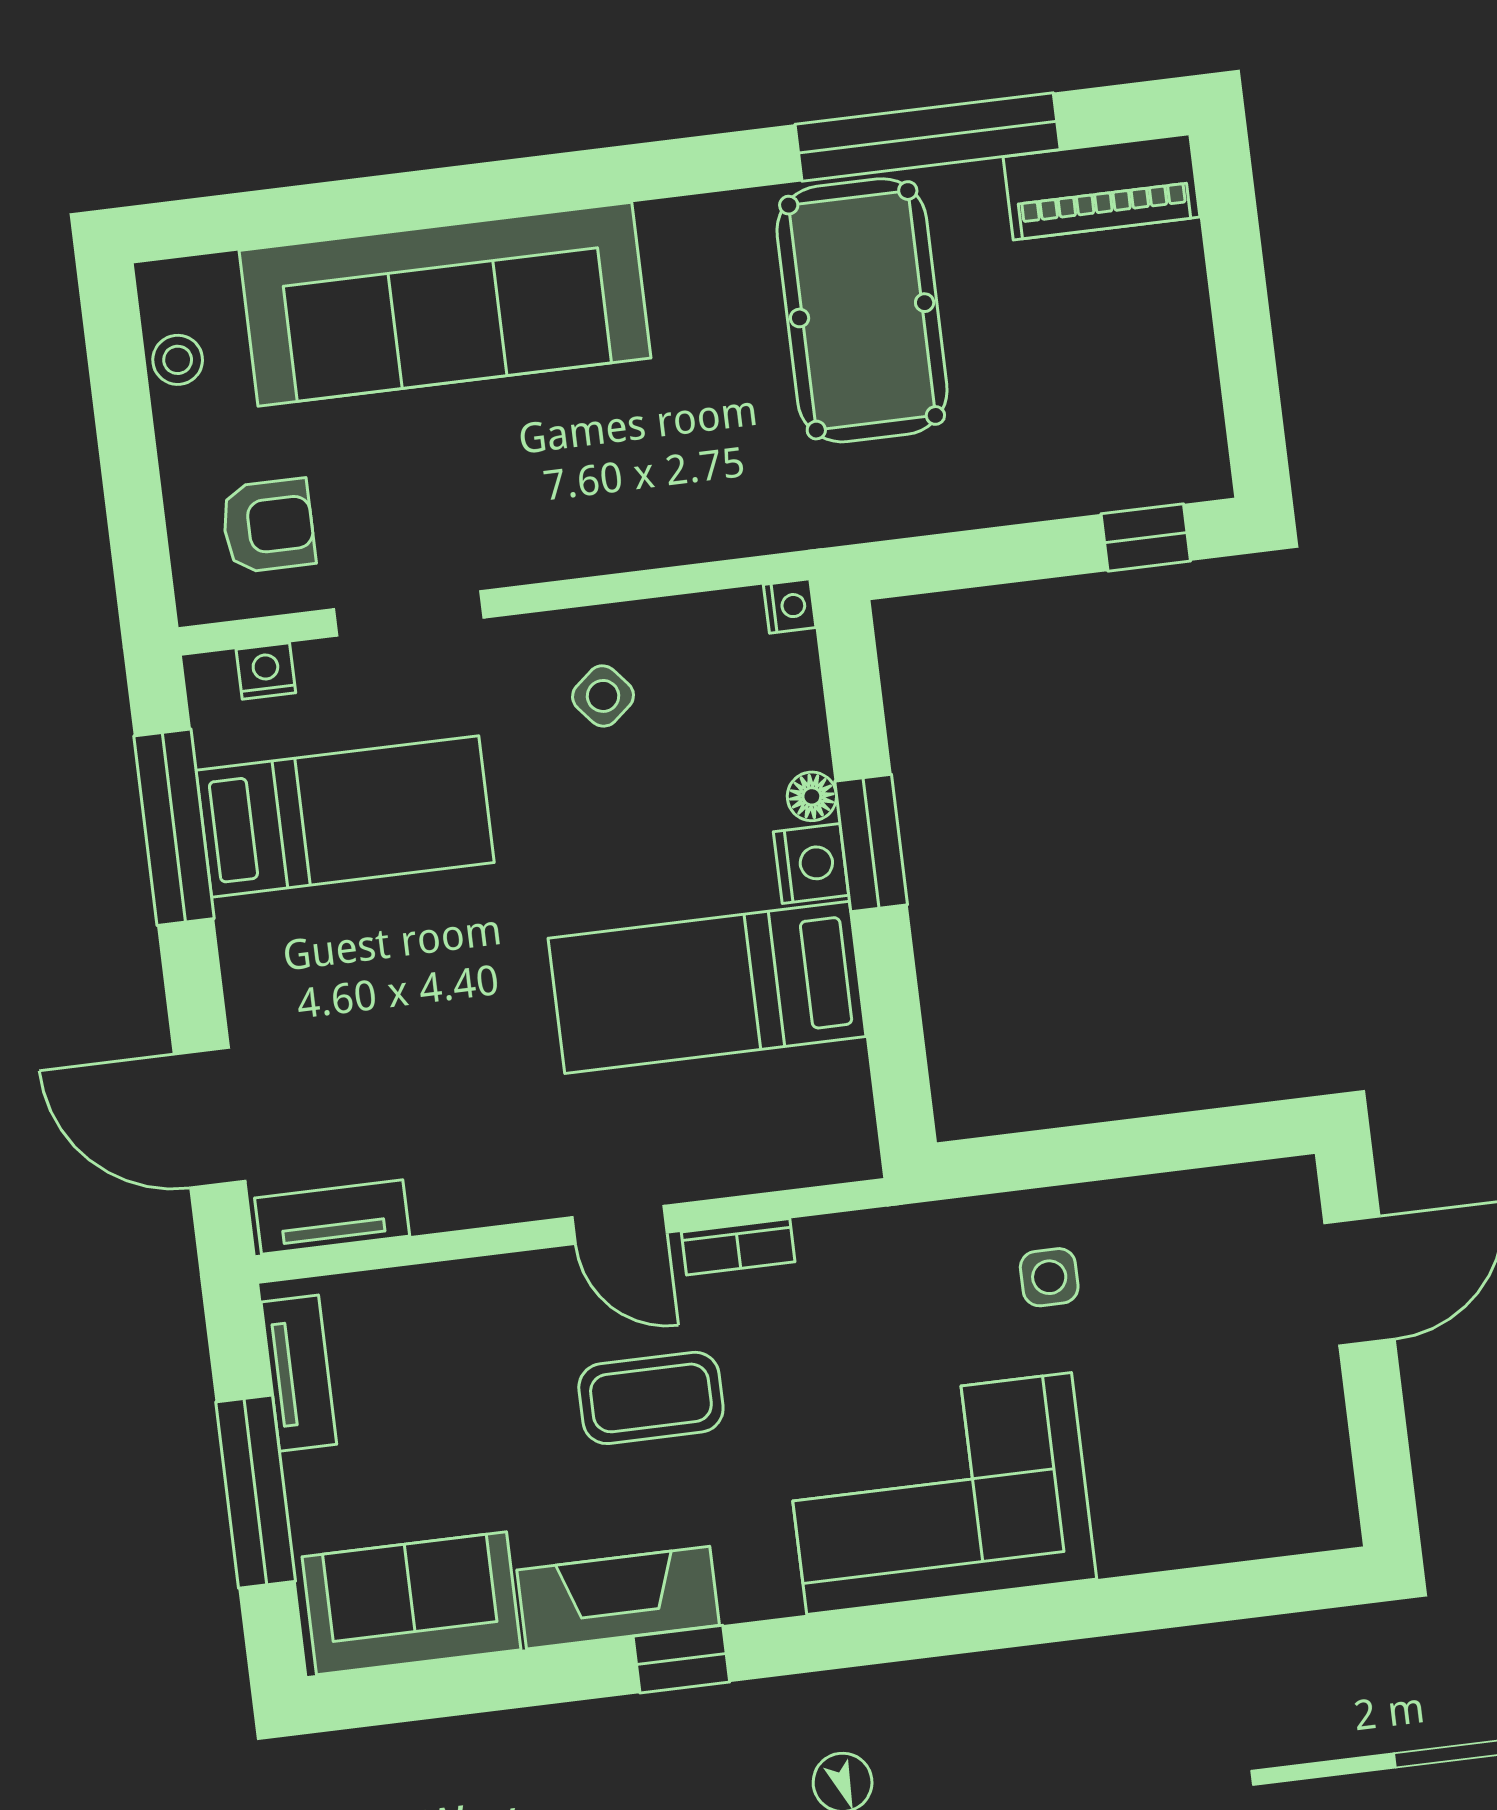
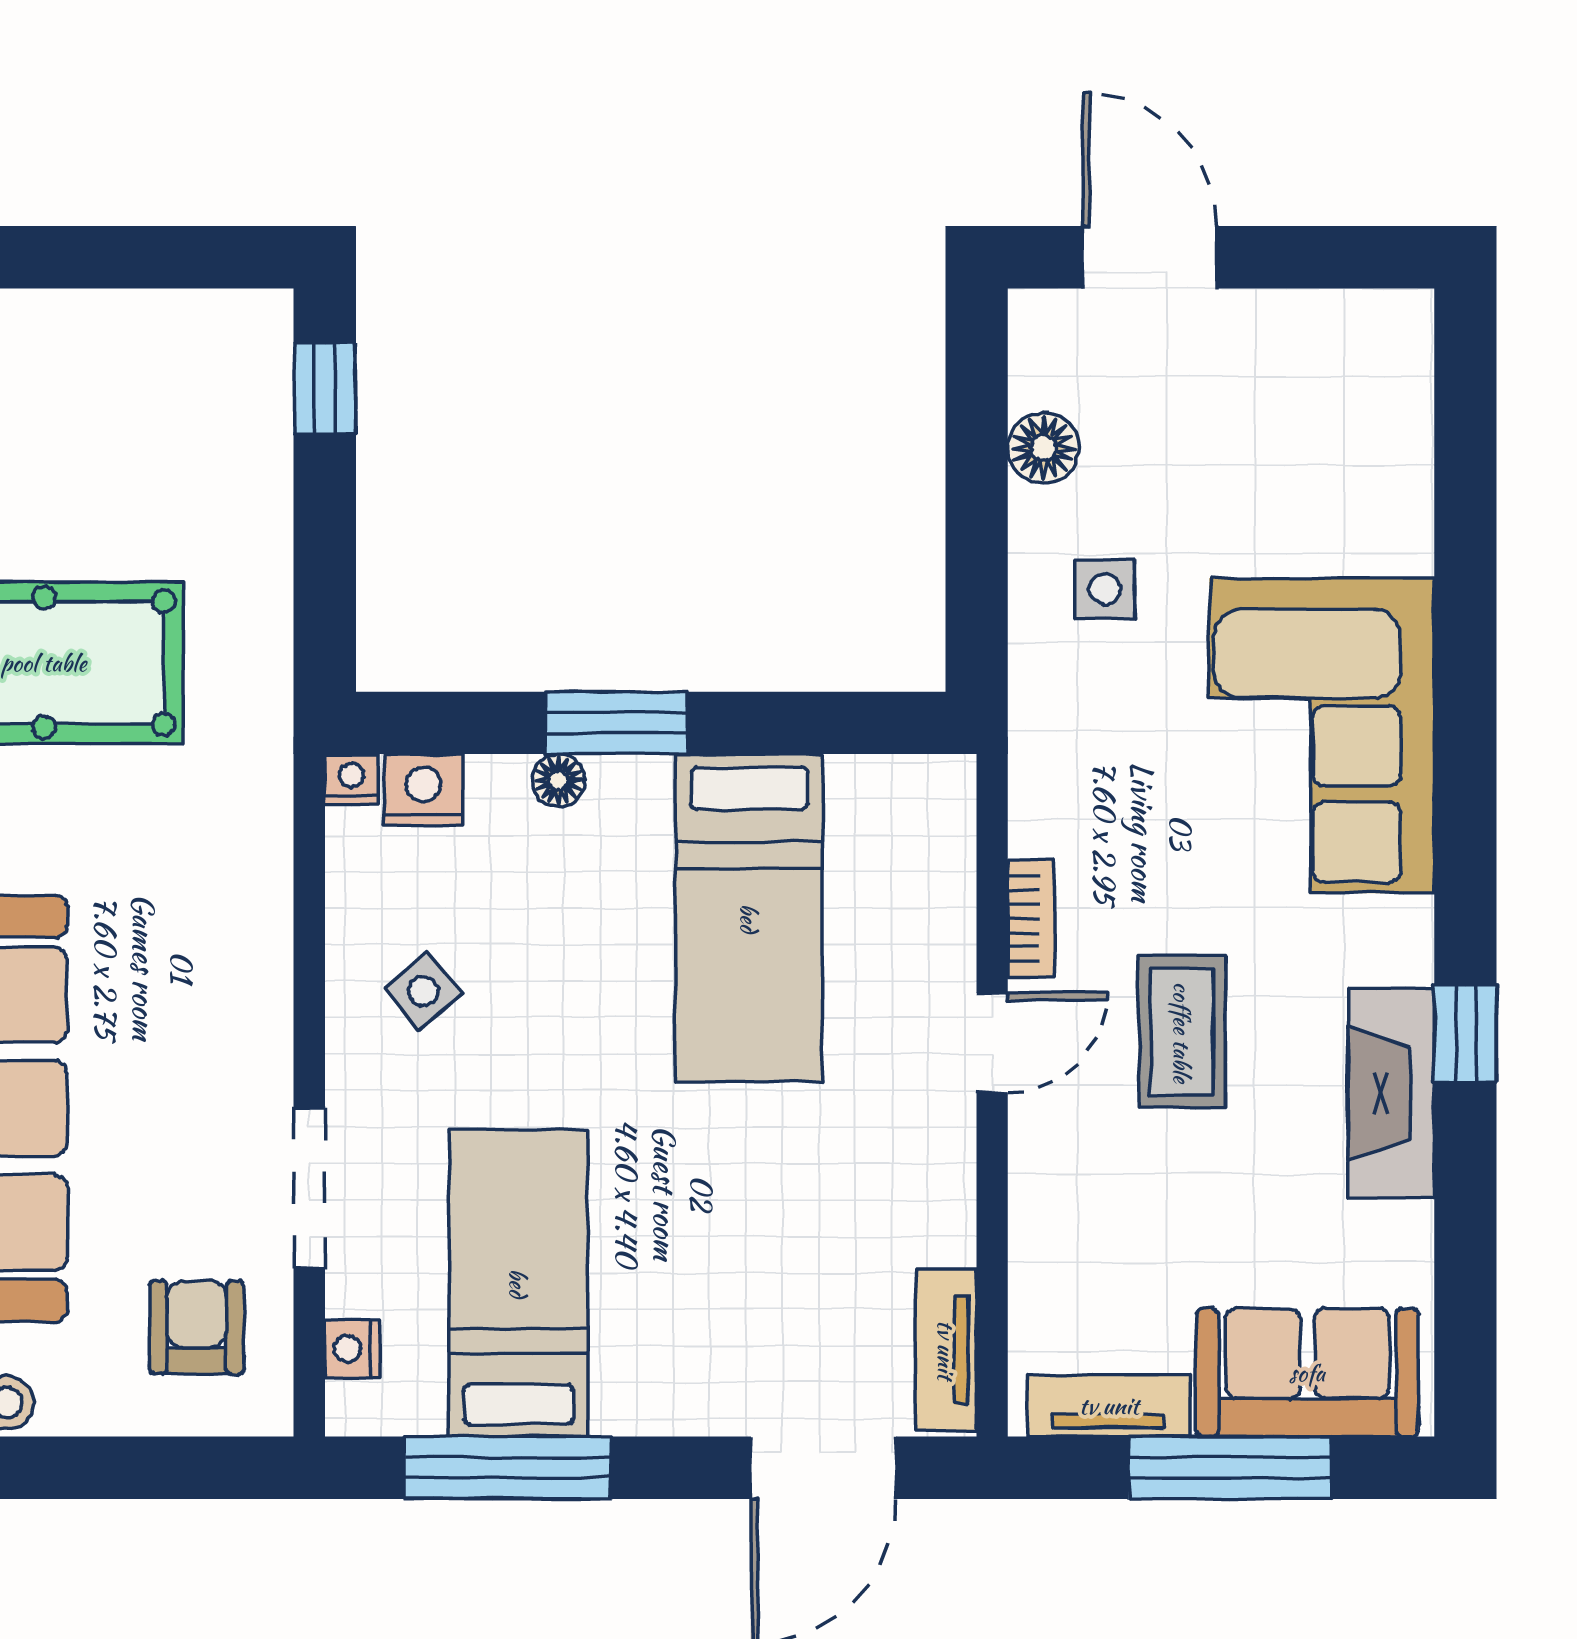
nightstand: (811, 864) -> (423, 790), moved
floor lamp: (1172, 1205) -> (1043, 448), added
sofa: (412, 1603) -> (1307, 1373), moved, turned 90

